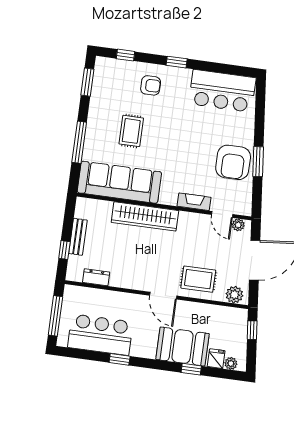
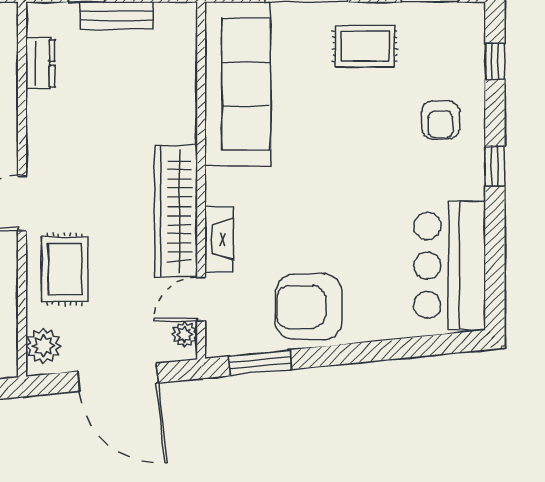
rug: (131, 131) -> (365, 46), moved
window: (258, 162) -> (260, 363), moved
wardrobe: (145, 216) -> (176, 211), moved

